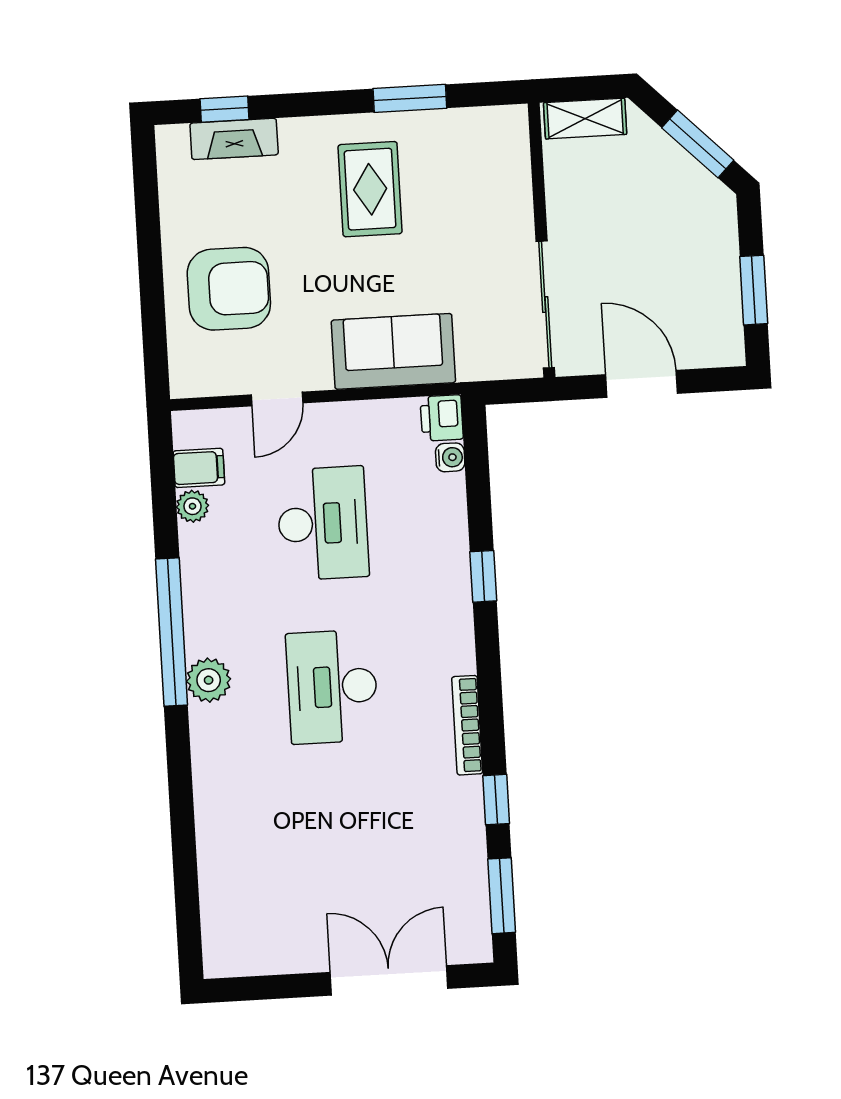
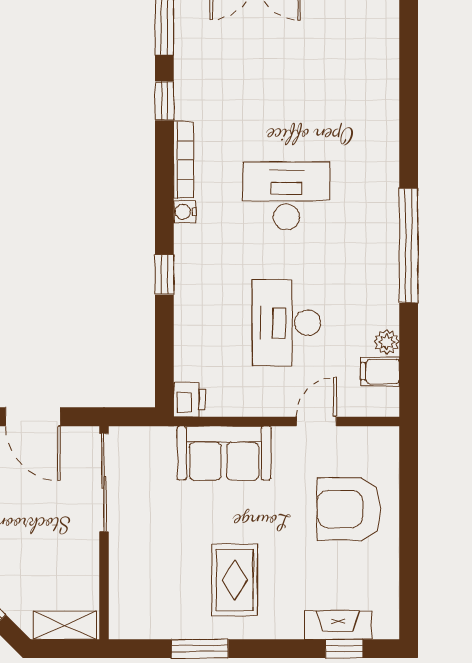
water cooler: (450, 457) -> (185, 212), moved
plant: (209, 680) -> (382, 206), removed
desk: (332, 687) -> (286, 196), turned -90

